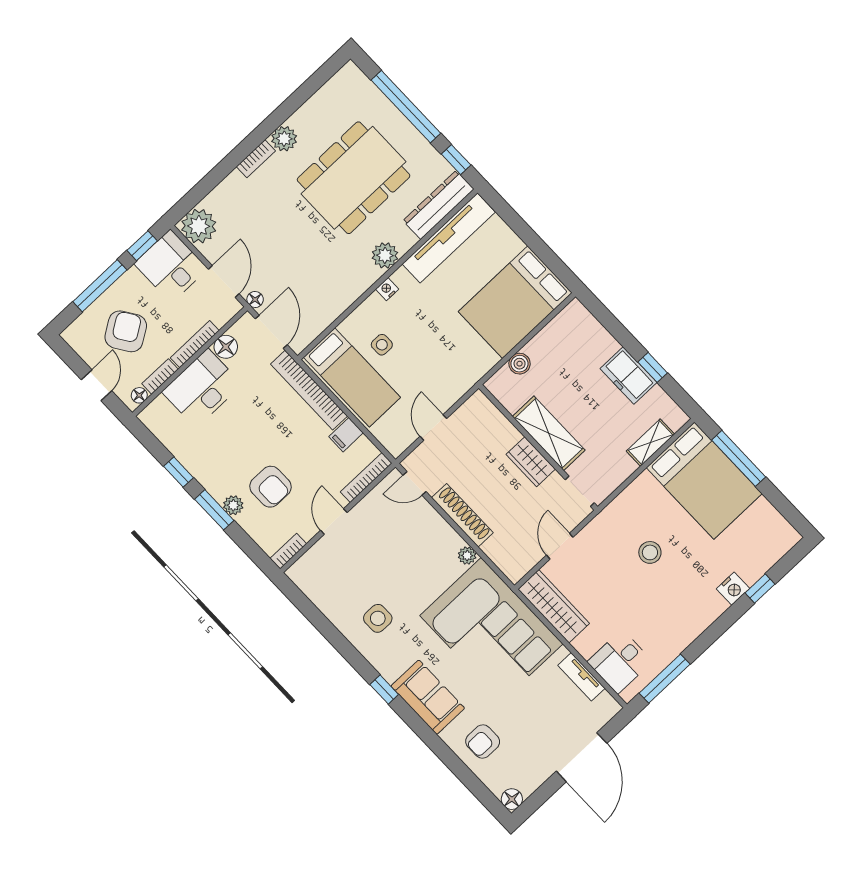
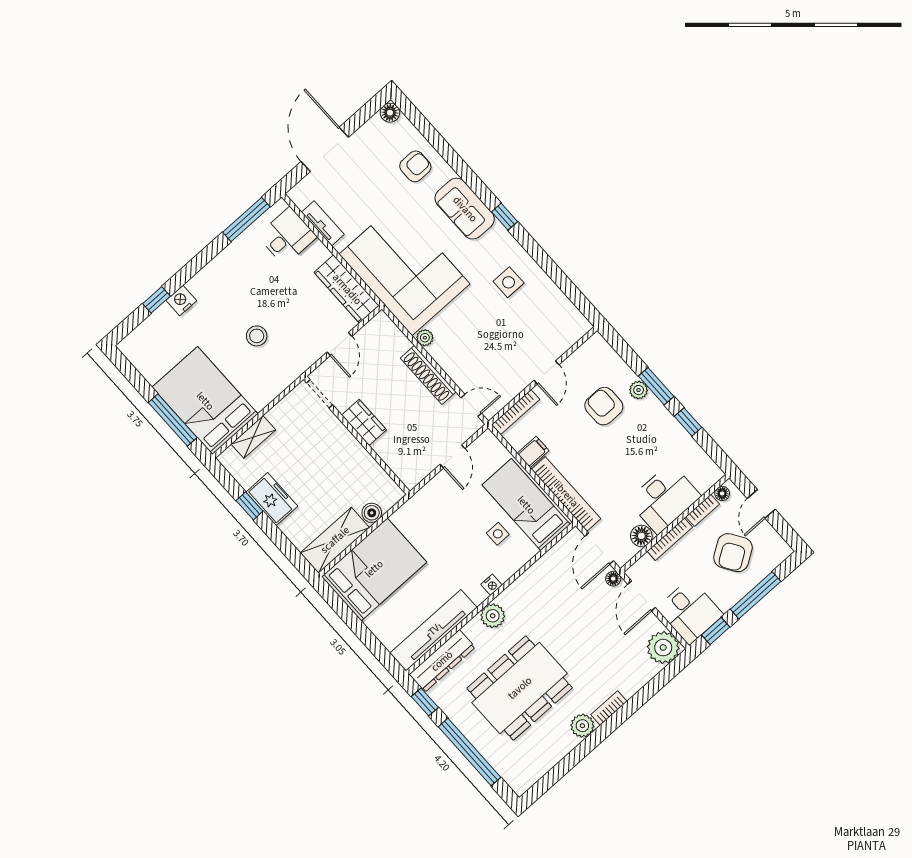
shelving: (549, 433) -> (335, 540), moved, turned 90
bookcase: (288, 551) -> (589, 346), removed

